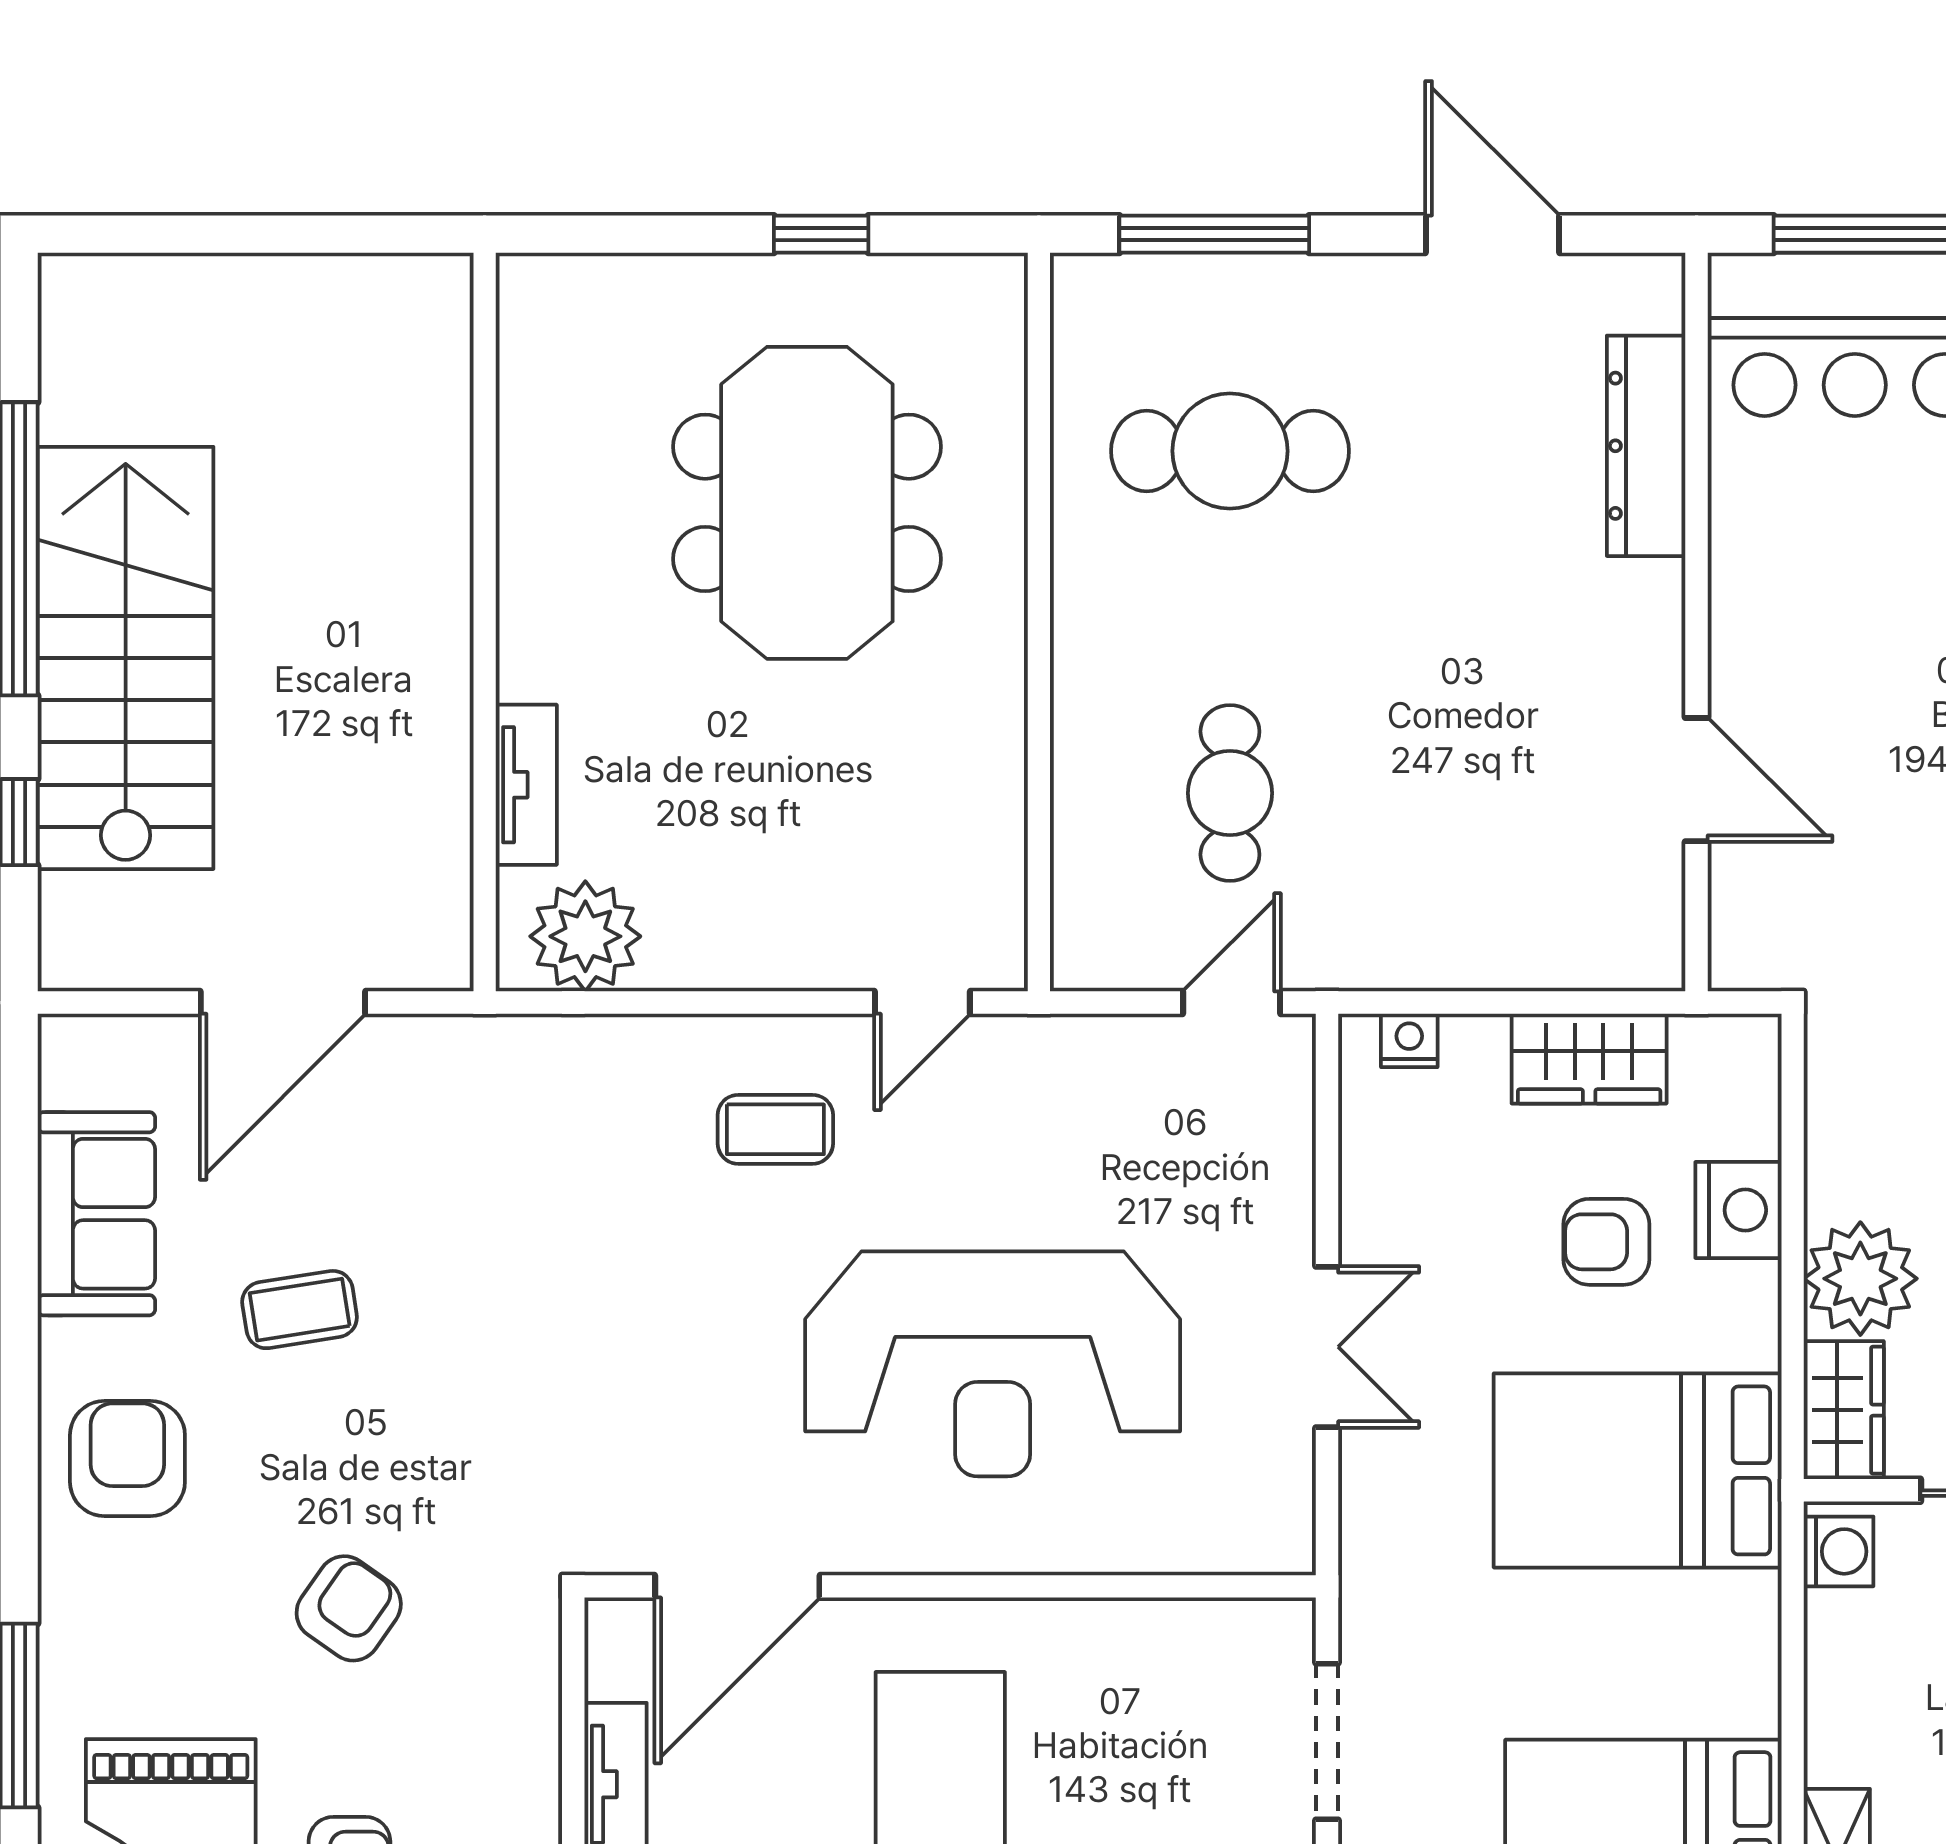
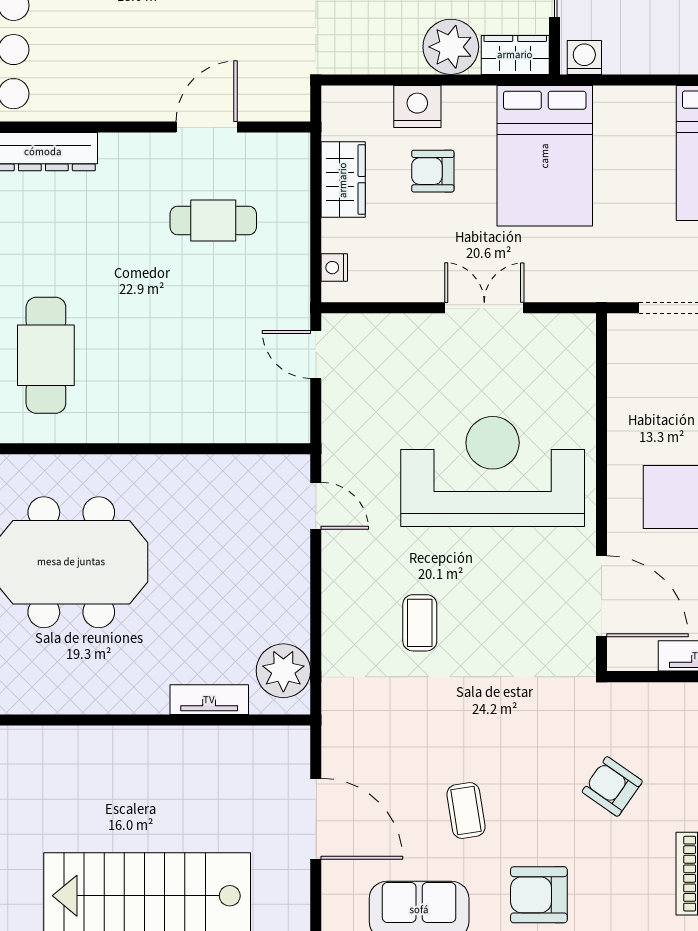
cafe table: (1230, 793) -> (213, 220), moved
coffee table: (775, 1129) -> (420, 623), moved
armchair: (1606, 1242) -> (433, 171), turned 90
reception desk: (993, 1364) -> (493, 471), turned -90

